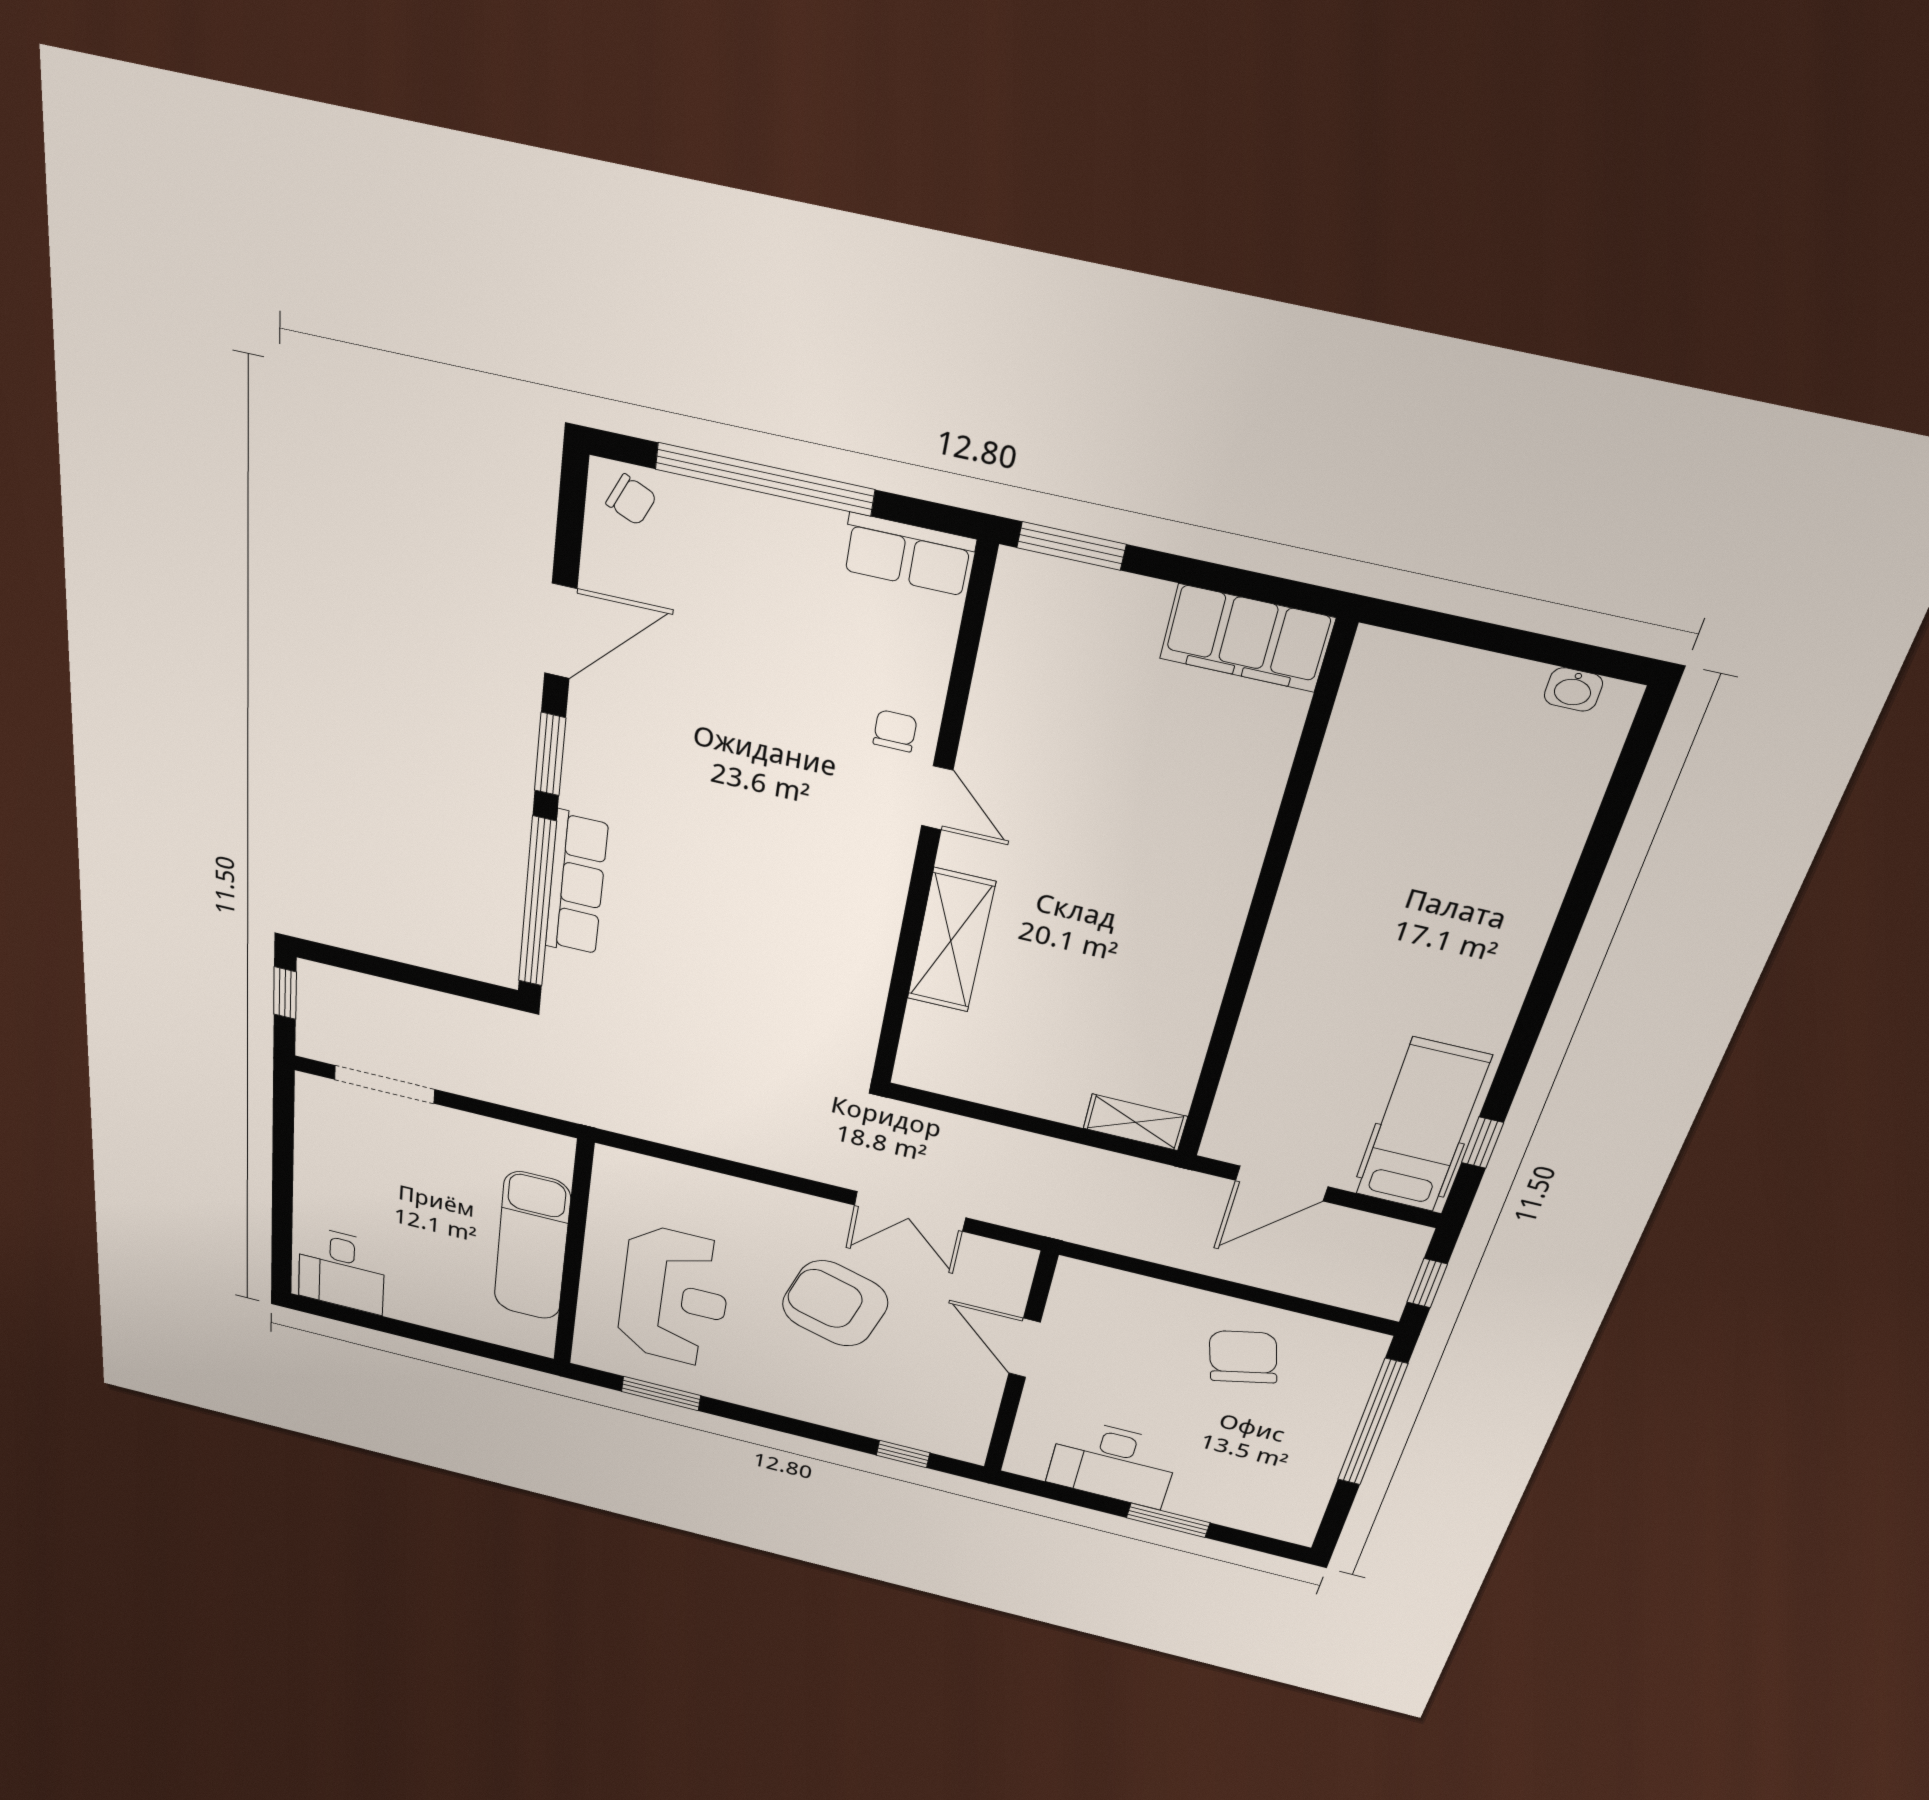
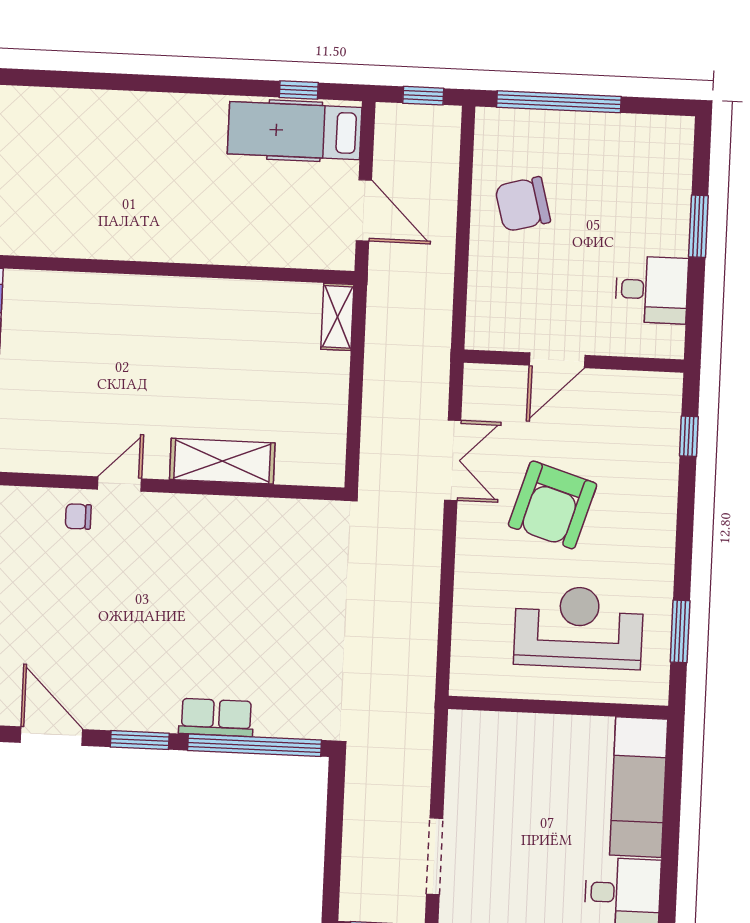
row of seats: (576, 884) -> (216, 717), width x0.68
exam couch: (532, 1246) -> (639, 787), moved, turned 90
desk: (1113, 1463) -> (652, 290), width x0.73

